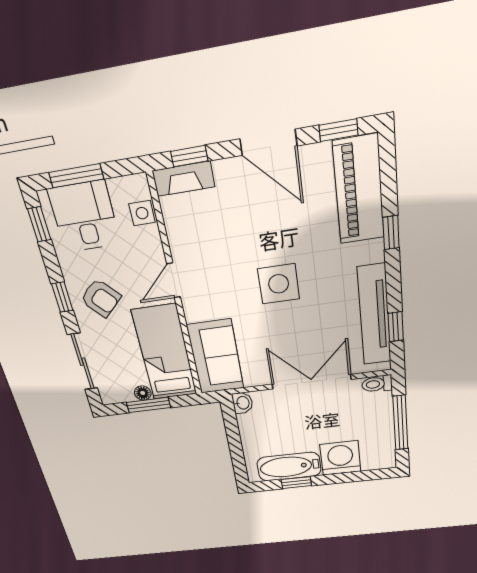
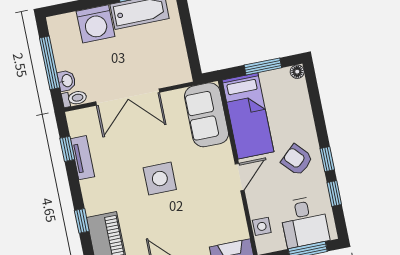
window: (39, 224) -> (334, 193), moved
tv unit: (374, 315) -> (82, 158), width x0.52, depth x0.78
sliding door: (83, 362) -> (316, 104), removed
floor lamp: (143, 393) -> (297, 72), moved
washbasin: (242, 403) -> (67, 81), moved, turned 180

